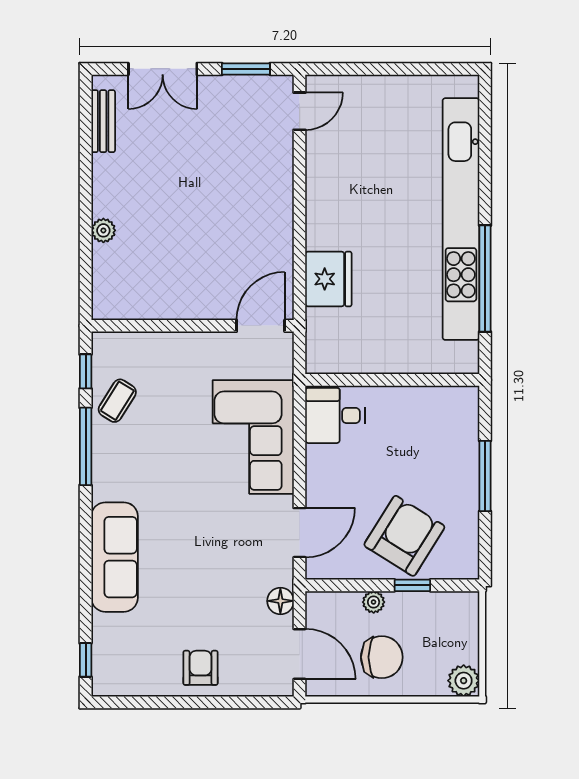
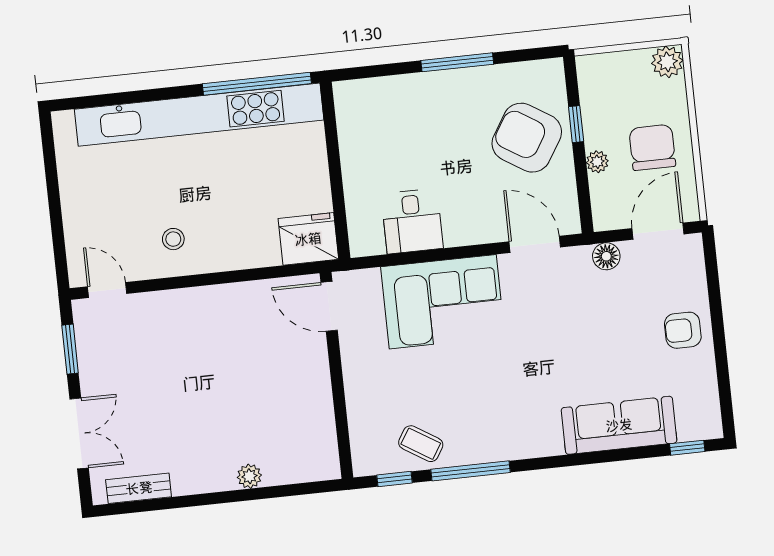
stool: (342, 181) -> (173, 239), added
fridge: (328, 279) -> (308, 239), moved
wall: (392, 380) -> (335, 171), moved
sofa: (115, 557) -> (619, 425), moved

